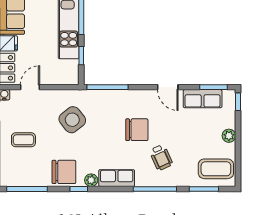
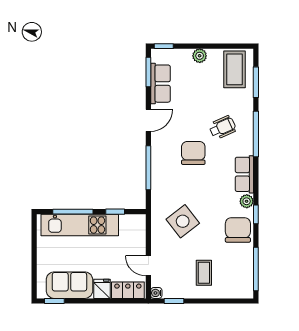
window: (108, 87) -> (148, 168), moved

